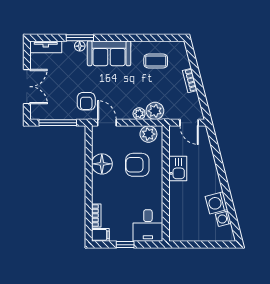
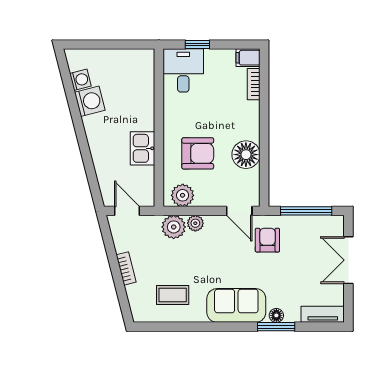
window: (125, 245) -> (197, 45), moved

